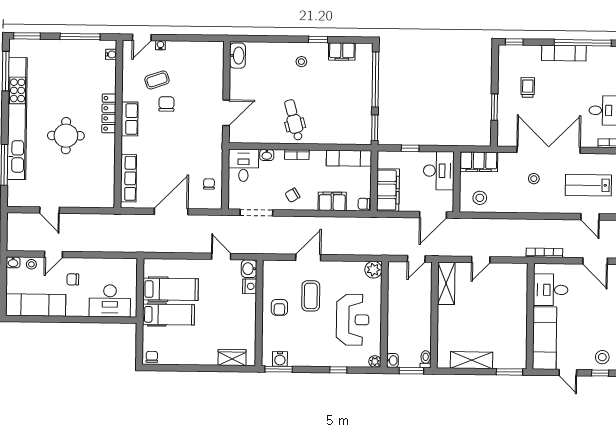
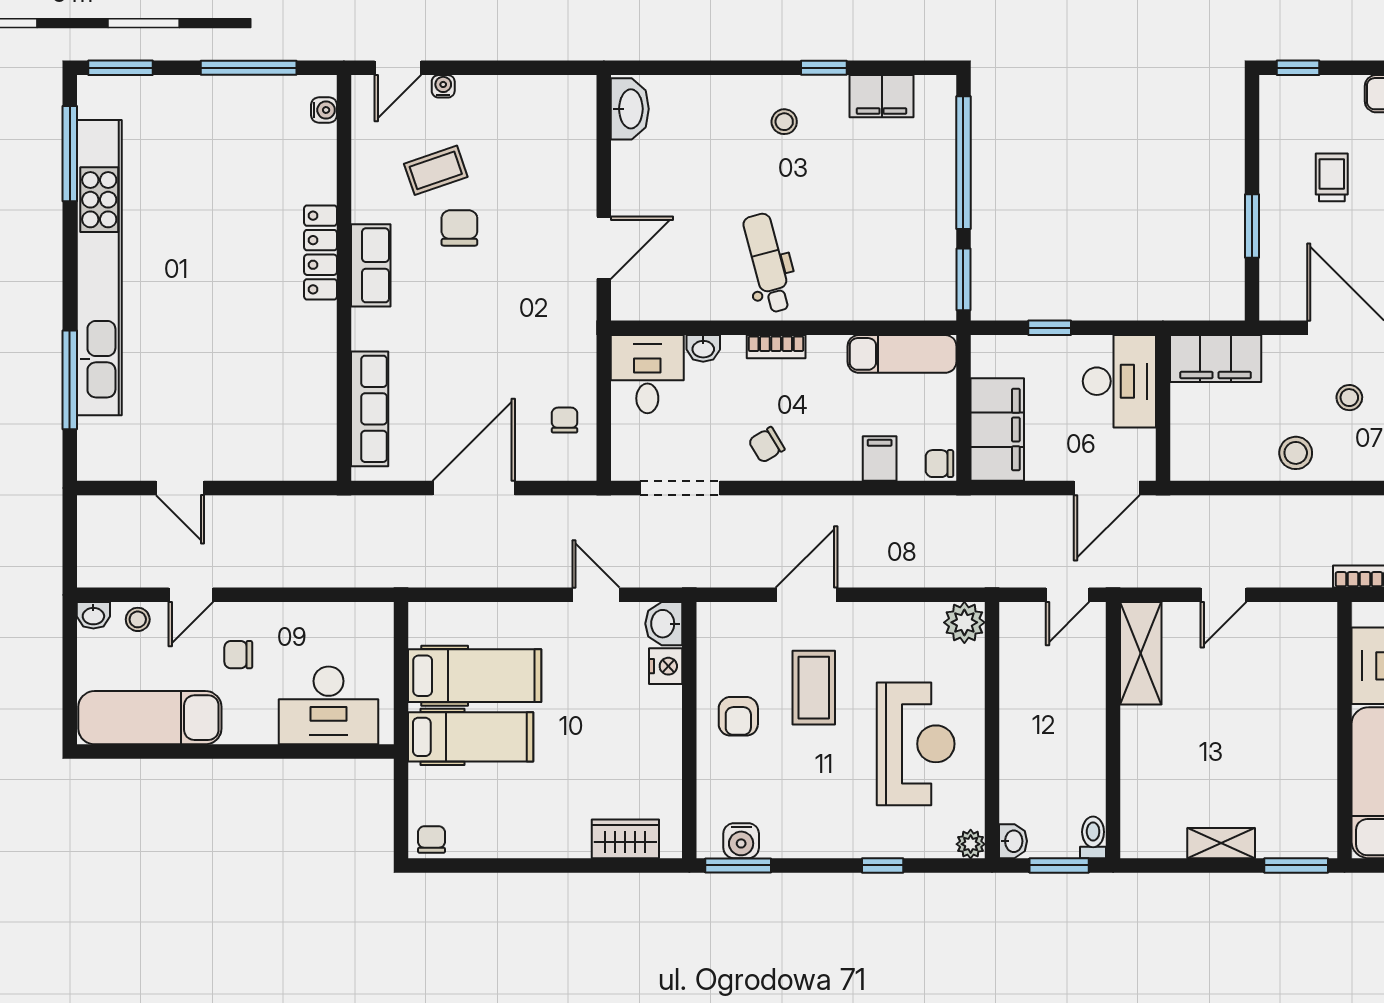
round table: (66, 136) -> (217, 308), removed
stool: (480, 198) -> (1296, 453), moved
filing cabinet: (332, 201) -> (880, 458), width x0.50
shelving: (472, 360) -> (1221, 843), width x0.67, depth x0.75

